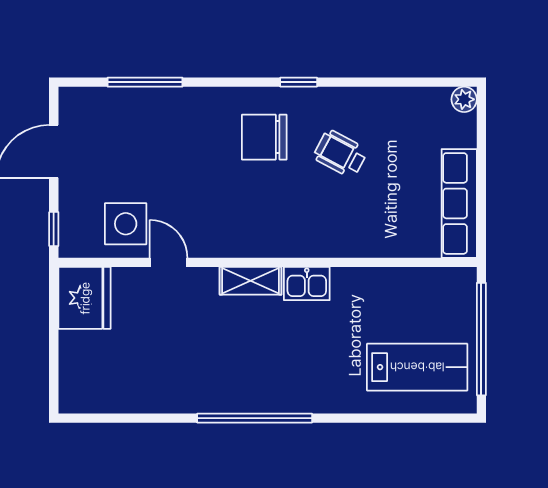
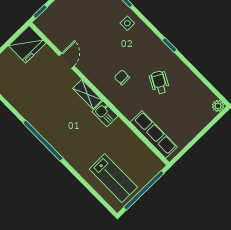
chair: (264, 137) -> (122, 77), moved, width x0.54, depth x0.54
row of seats: (459, 203) -> (154, 134), moved, turned 90
side table: (126, 224) -> (127, 23), moved, width x0.54, depth x0.54

